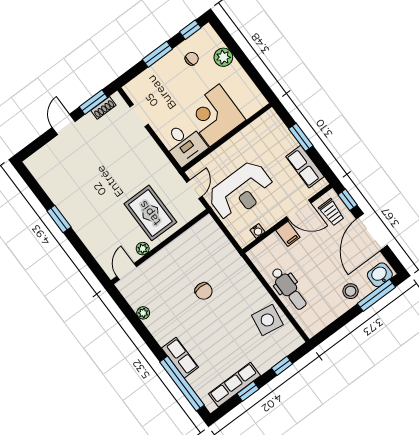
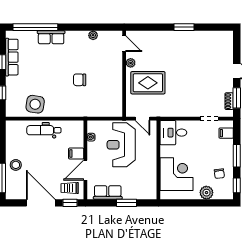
filing cabinet: (141, 85) -> (226, 133), added
corner desk: (215, 115) -> (177, 174), moved
washbasin: (380, 275) -> (13, 189), removed

